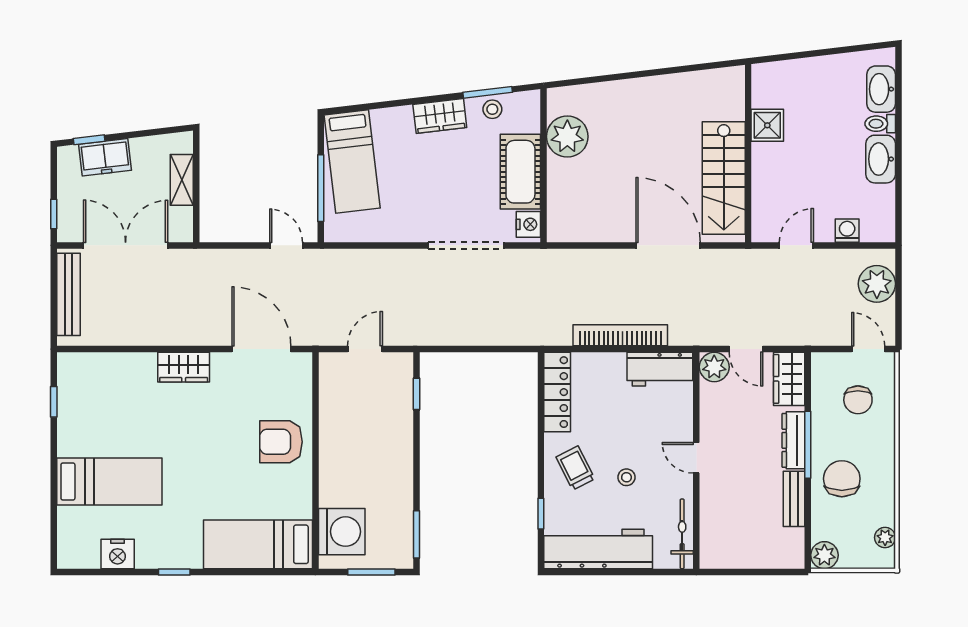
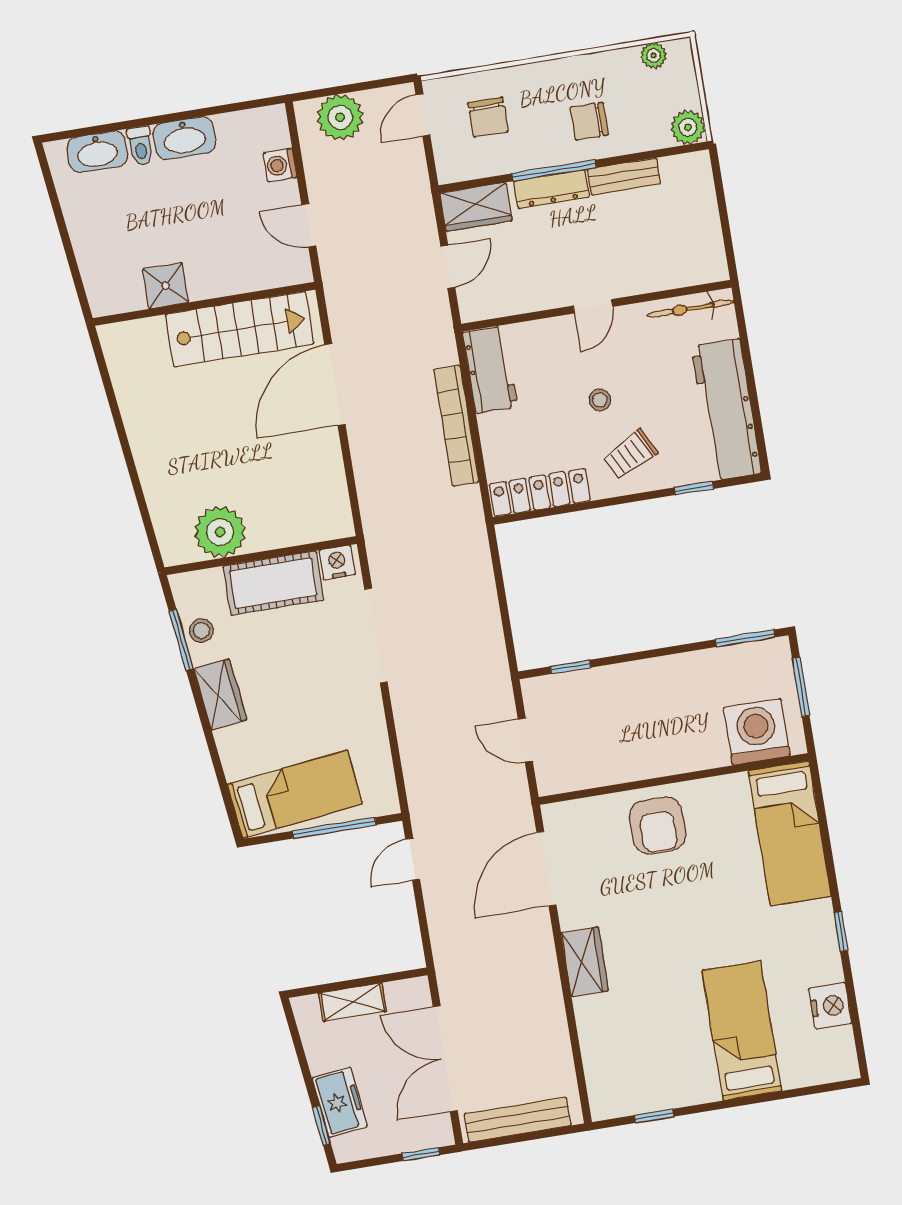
plant: (714, 367) -> (477, 302), removed
chair: (858, 400) -> (488, 117), turned 90
stool: (626, 477) -> (600, 400), moved
chair: (842, 479) -> (589, 121), width x0.73, depth x0.73

